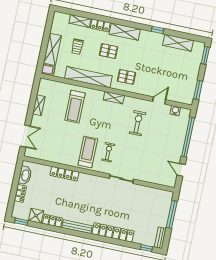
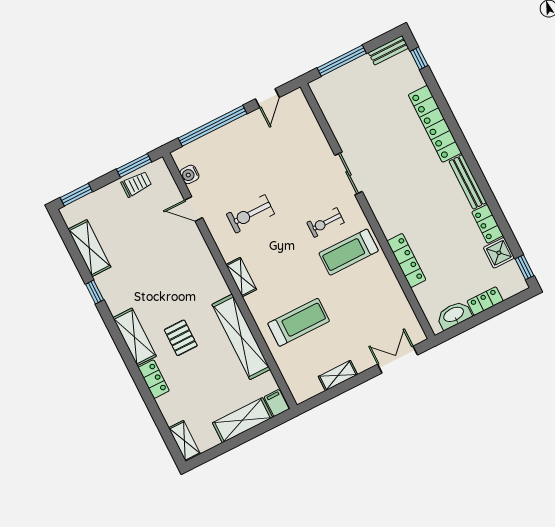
shelving: (80, 21) -> (184, 441), moved
trolley: (77, 47) -> (136, 184), moved
pallet: (126, 77) -> (197, 283), removed

